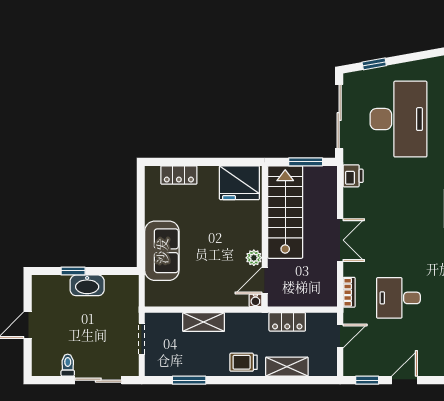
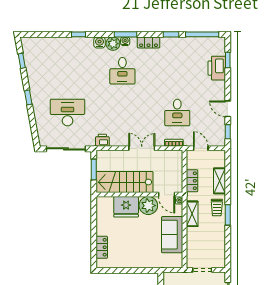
window: (374, 64) -> (28, 97), moved
desk: (398, 119) -> (68, 112), width x0.73, depth x0.77
fridge: (239, 183) -> (126, 207), moved, turned 90
sofa: (162, 251) -> (172, 235), moved, turned -90
plant: (254, 258) -> (148, 206), width x1.88, depth x1.88
shelving: (204, 322) -> (192, 214), moved
window: (189, 380) -> (228, 215), moved

